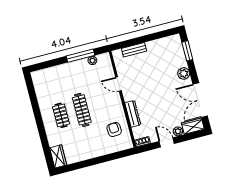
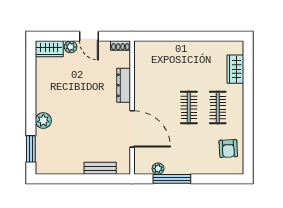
door: (118, 84) -> (132, 129), width x1.87
double door: (200, 100) -> (31, 80), removed
clothes rail: (82, 110) -> (189, 108), width x0.73
armchair: (114, 130) -> (228, 149), moved
wardrobe: (58, 156) -> (235, 69), moved

